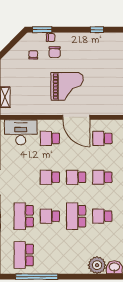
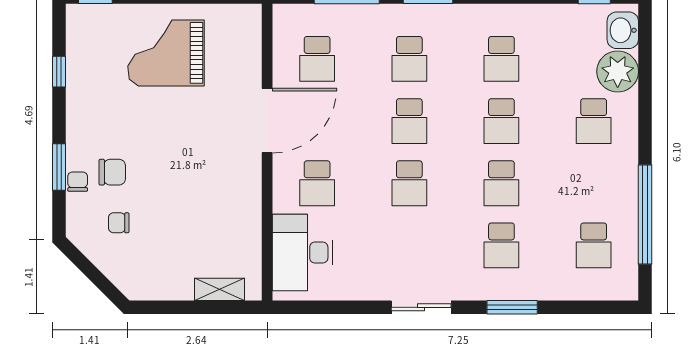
window: (42, 30) -> (59, 167), moved
grand piano: (67, 86) -> (166, 53), moved, turned -90
school desk: (24, 216) -> (501, 245), width x0.54
school desk: (76, 216) -> (501, 121), width x0.54
school desk: (24, 255) -> (594, 245), width x0.54
school desk: (76, 255) -> (594, 121), added

